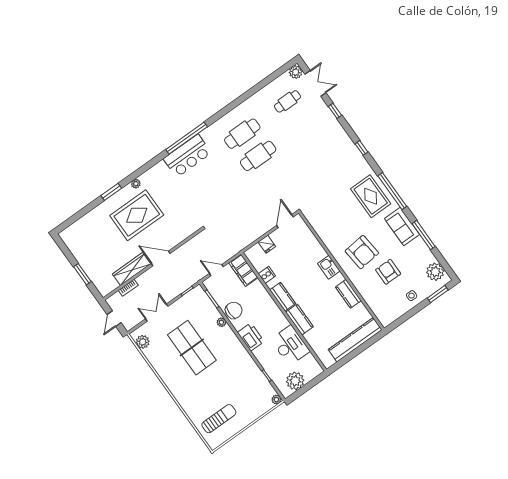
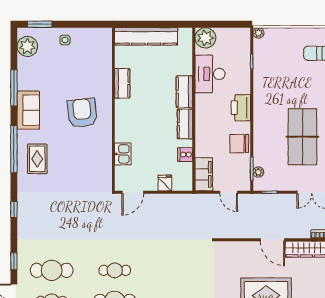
cafe table: (303, 124) -> (52, 270), added
cafe table: (258, 156) -> (115, 270), width x0.73, depth x0.74
rug: (371, 196) -> (37, 159), width x0.73, depth x0.70
kitchen sink: (329, 267) -> (123, 154), moved
armchair: (388, 272) -> (71, 77), removed
plant: (221, 322) -> (258, 172), moved
plant: (295, 381) -> (205, 38), moved

